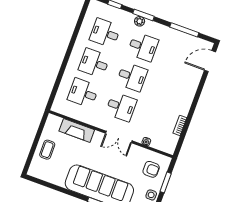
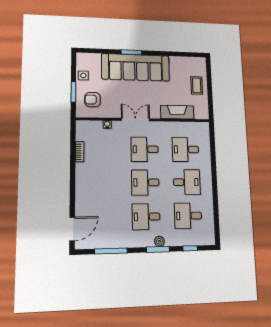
desk: (105, 33) -> (188, 216), turned 180
desk: (83, 93) -> (185, 149), turned 180

